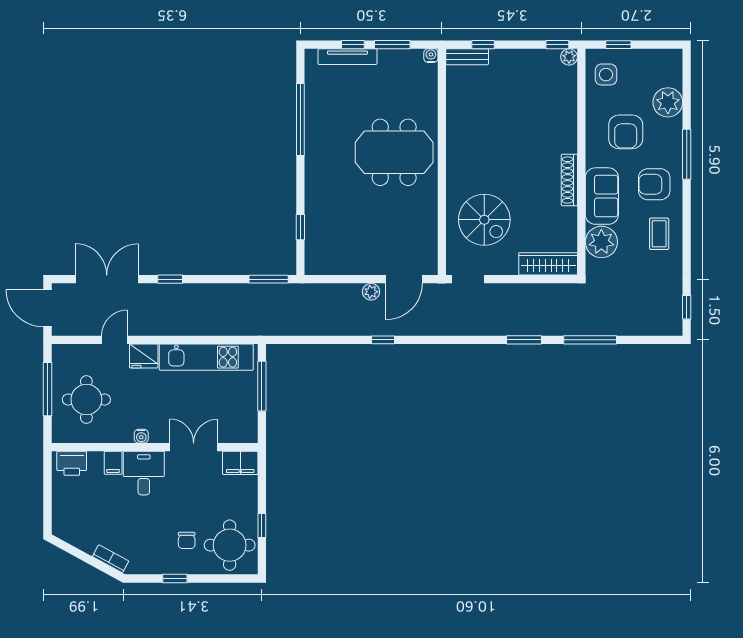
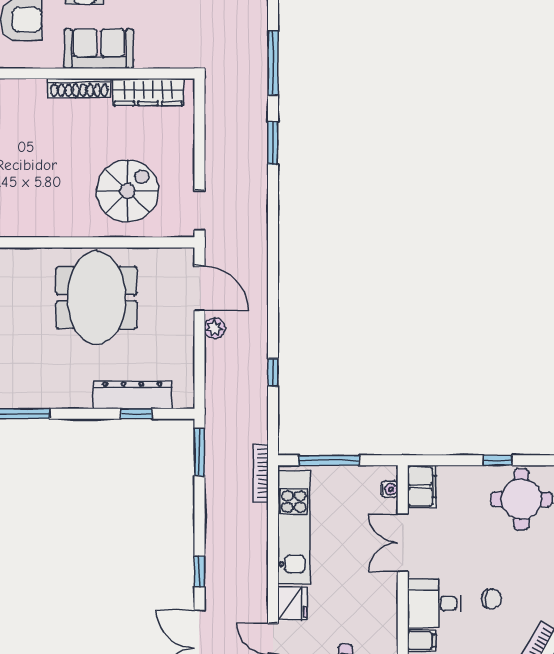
meeting table: (394, 152) -> (97, 298), moved
dresser: (316, 224) -> (132, 395), added
plant: (601, 242) -> (154, 49), removed
wardrobe: (548, 264) -> (148, 92), moved, turned -90
bookcase: (251, 330) -> (261, 473), added
window: (383, 340) -> (273, 373), moved
water cooler: (141, 436) -> (389, 489), moved
chair: (187, 540) -> (491, 599), moved

